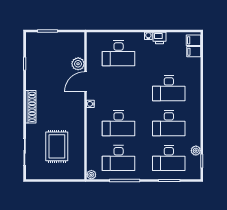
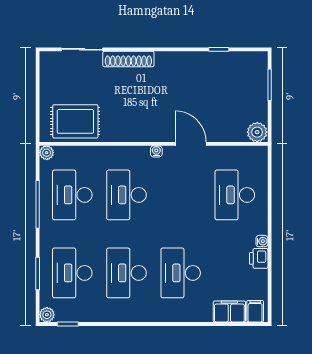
filing cabinet: (194, 52) -> (229, 312), width x2.00
plant: (78, 64) -> (257, 132), moved
shoe rack: (31, 107) -> (128, 59), moved
rug: (57, 146) -> (75, 121), moved
plant: (196, 151) -> (47, 315), moved

